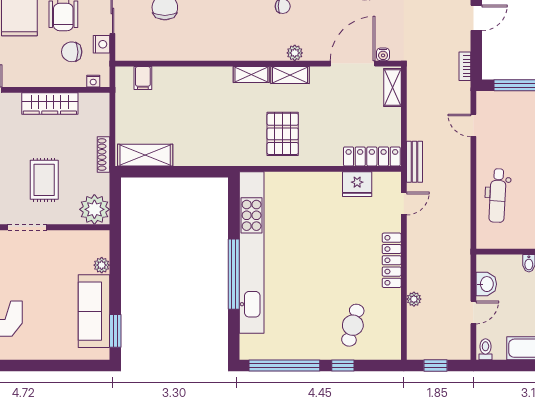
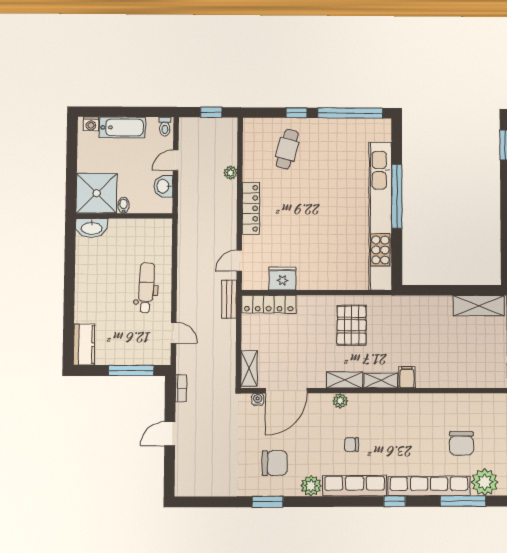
filing cabinet: (143, 78) -> (407, 377), moved
dental chair: (498, 196) -> (146, 288), moved

